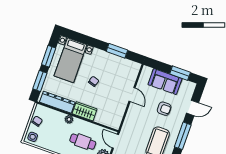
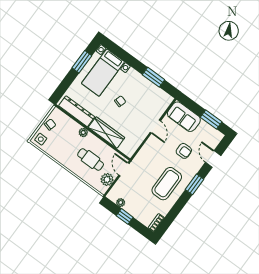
window: (40, 81) -> (65, 84), removed
sofa: (165, 82) -> (184, 117), moved
door: (193, 108) -> (213, 159), swing flipped
wardrobe: (85, 111) -> (106, 133), width x1.50
window: (183, 136) -> (194, 184), width x0.69

